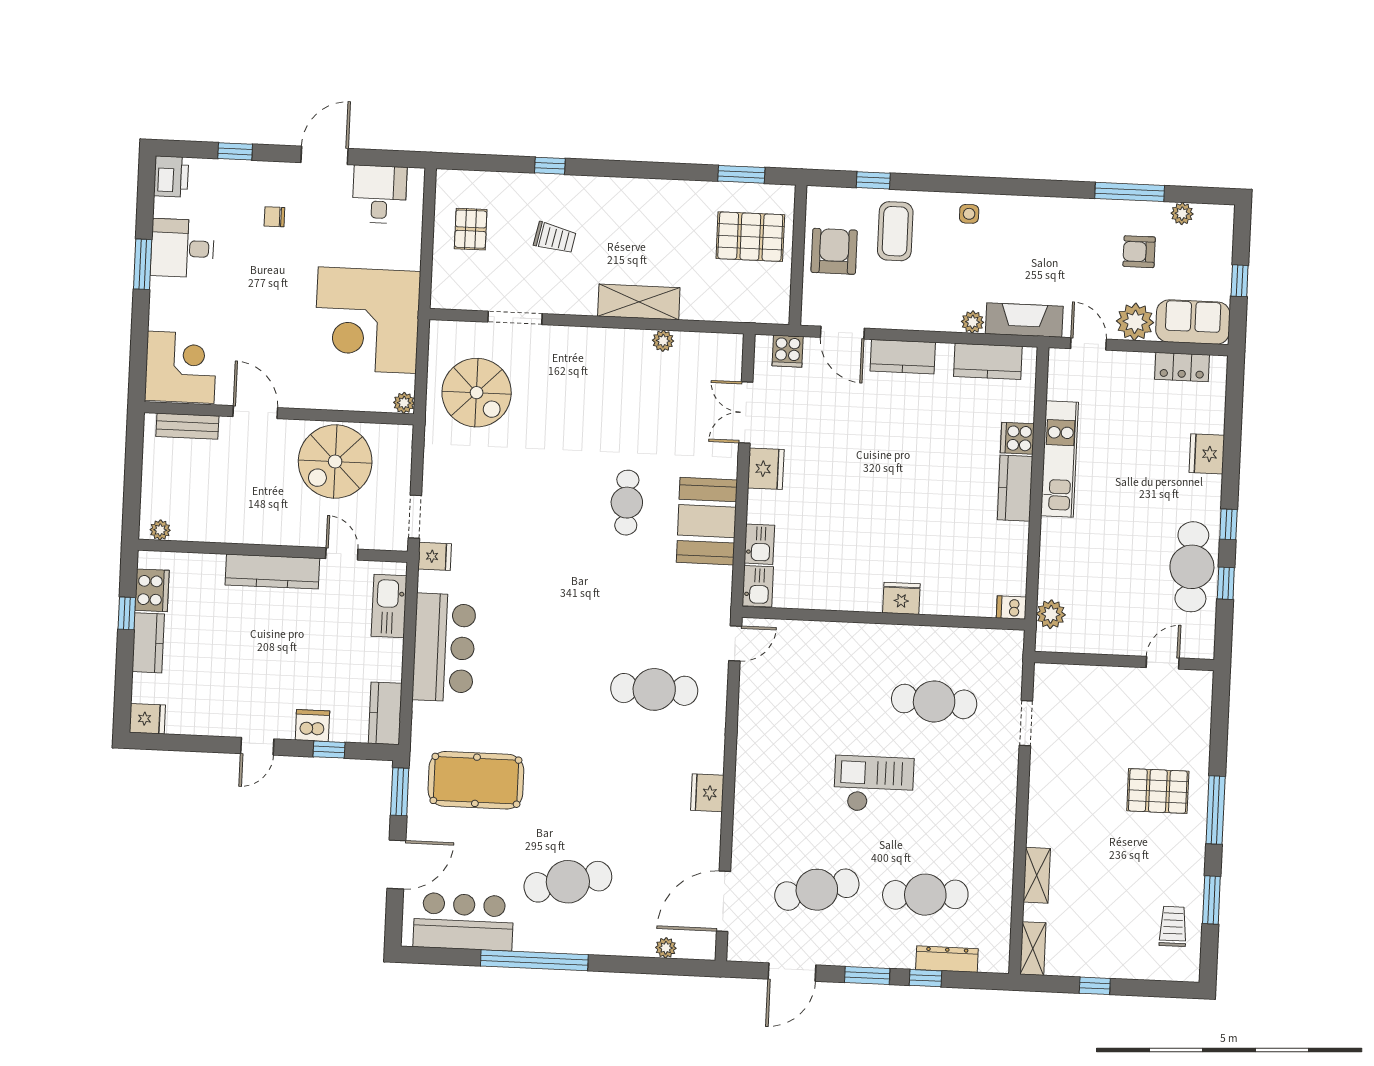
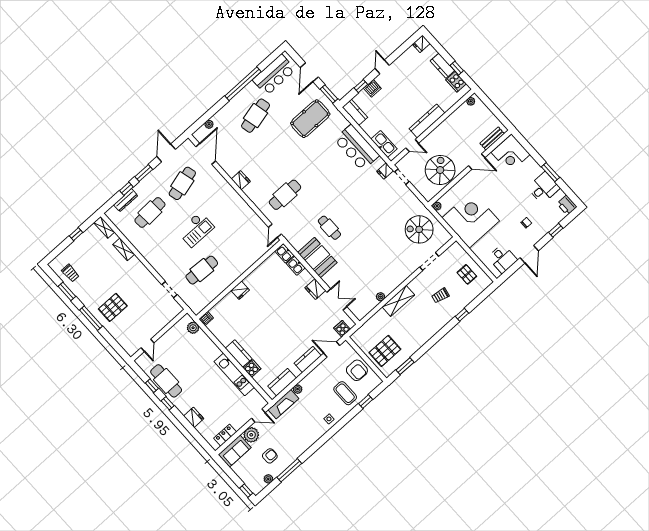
window: (1240, 281) -> (246, 491), moved
cafe table: (627, 503) -> (329, 228), moved

